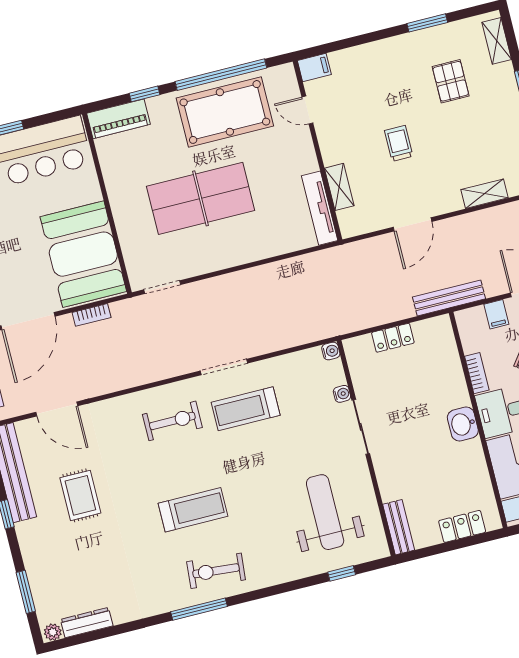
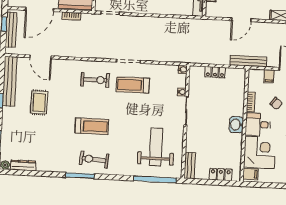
window: (342, 573) -> (155, 179), width x3.17

